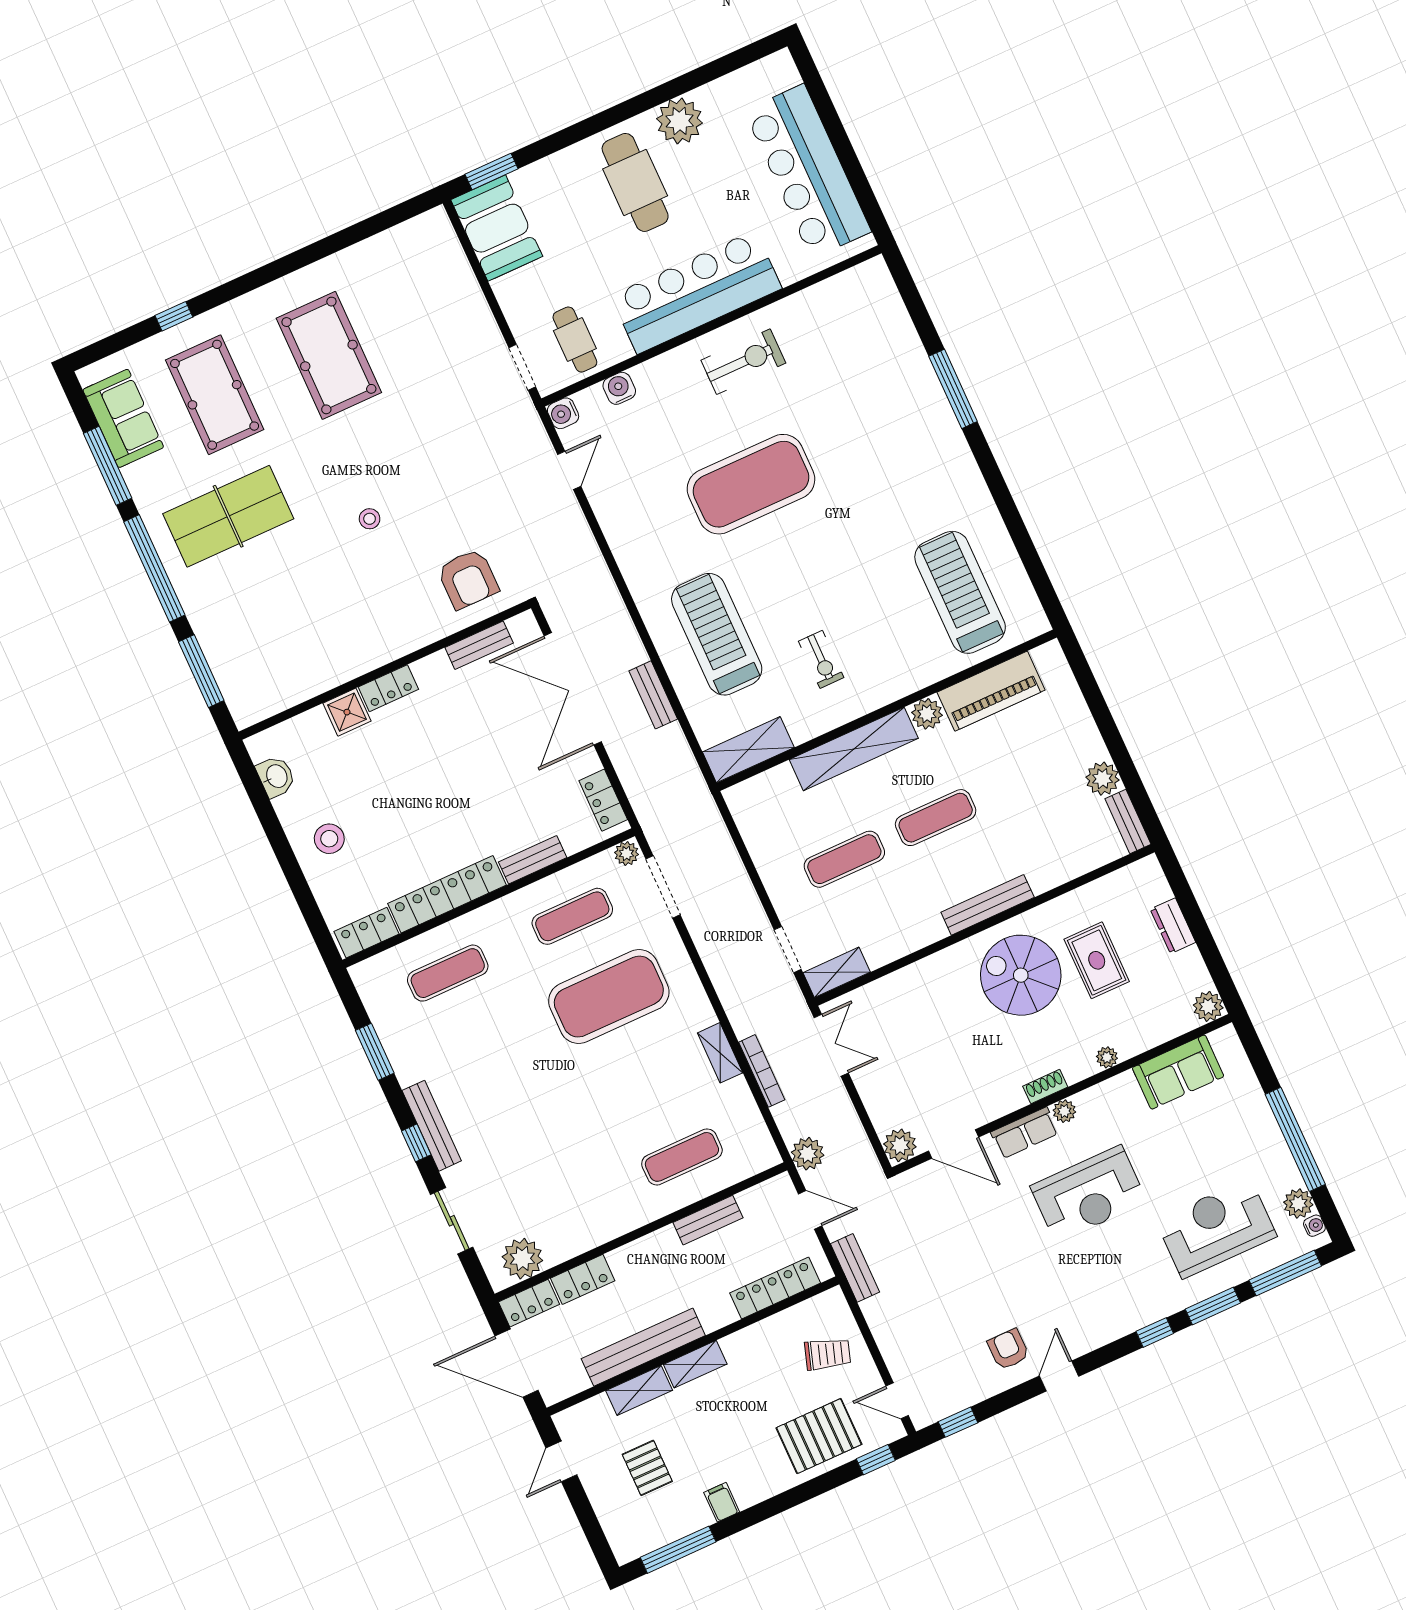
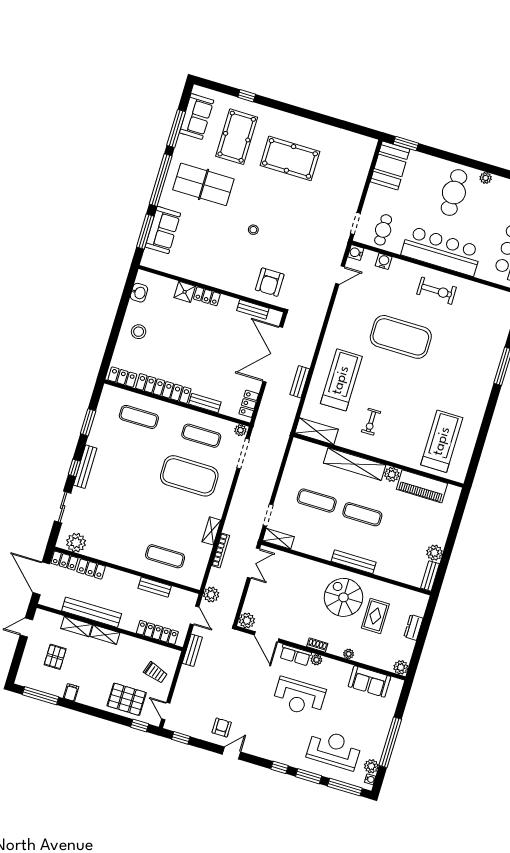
plant: (680, 121) -> (486, 178), width x0.53, depth x0.53
pool table: (329, 355) -> (290, 158), turned 90
sofa: (227, 644) -> (163, 230), added

